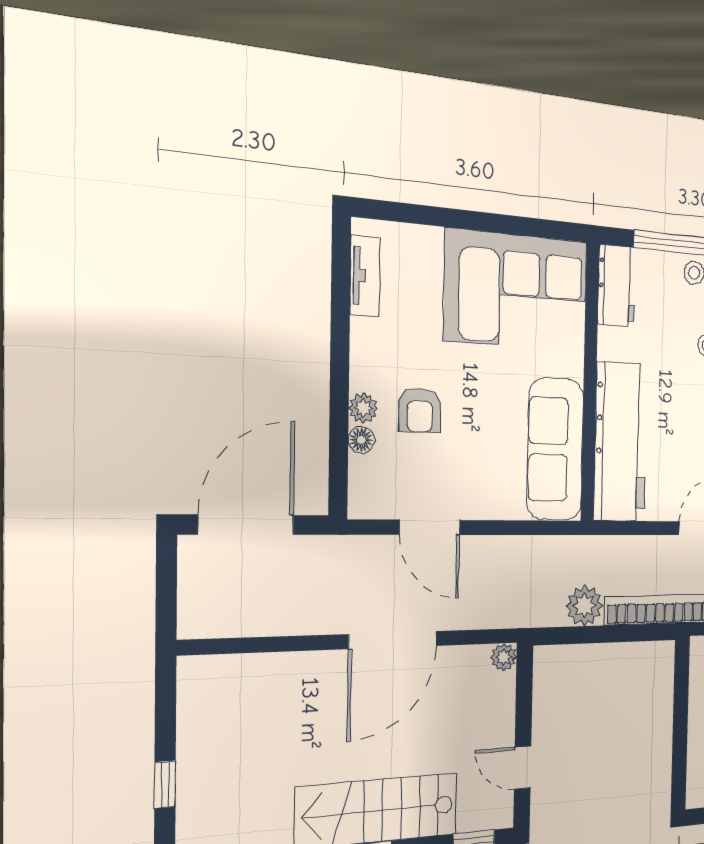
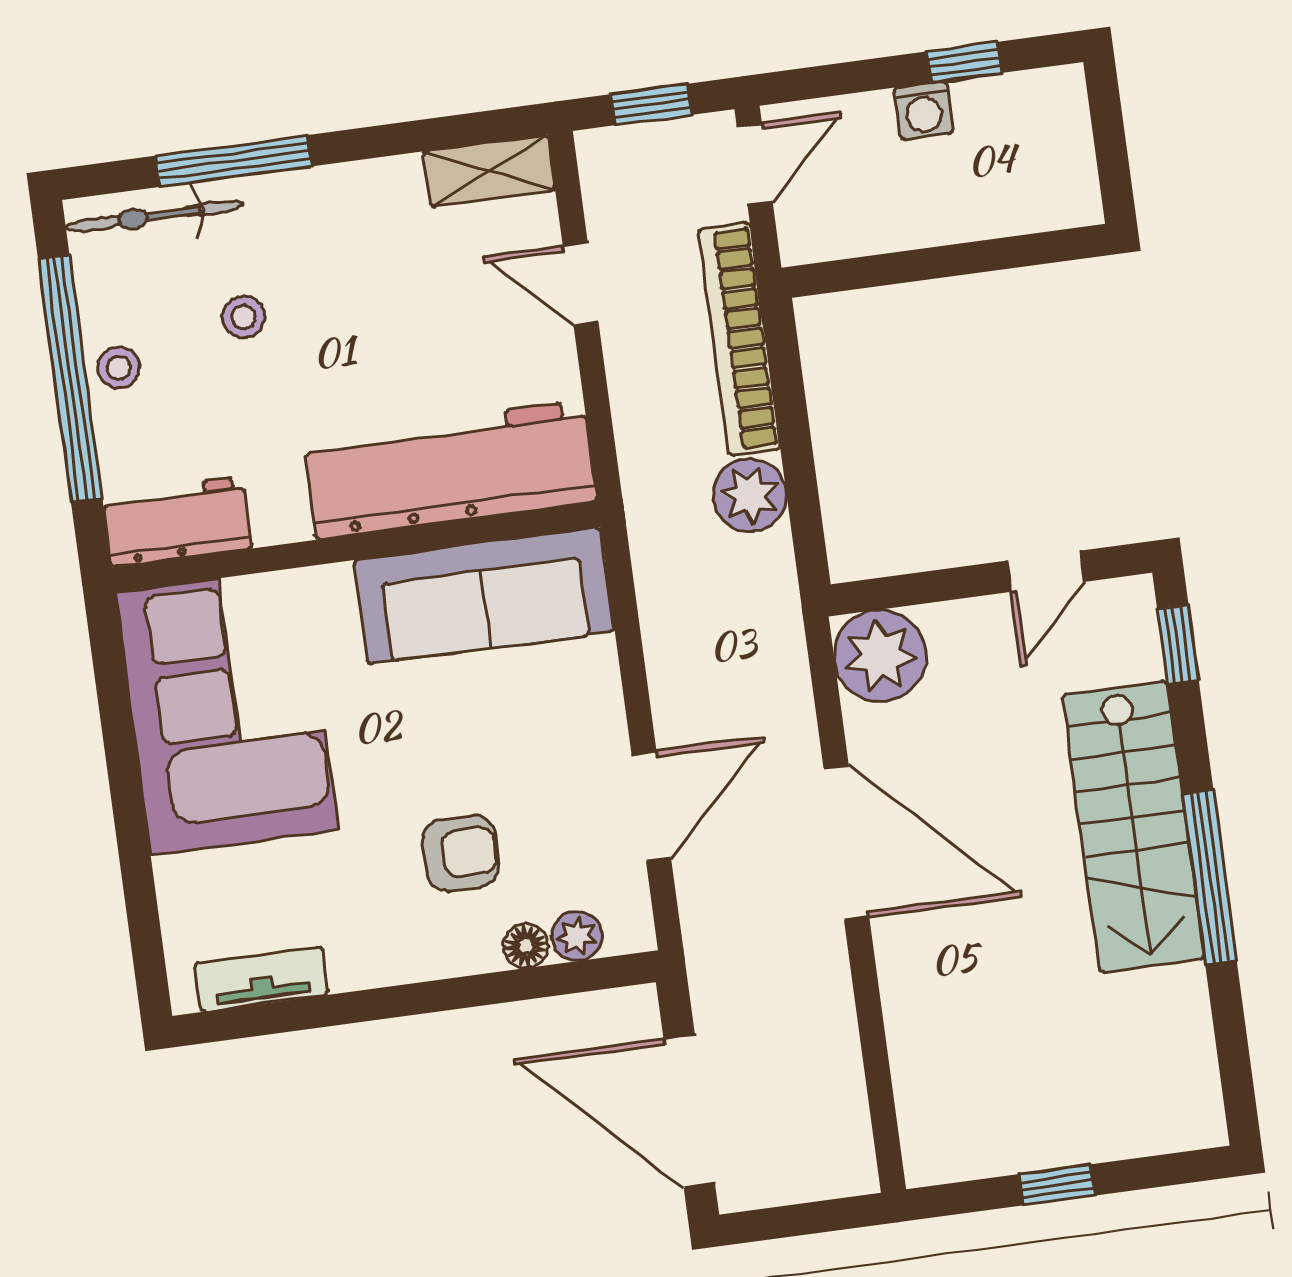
plant: (363, 408) -> (577, 936), moved
plant: (504, 657) -> (880, 656), width x1.88, depth x1.88
window: (165, 784) -> (1057, 1185), moved

